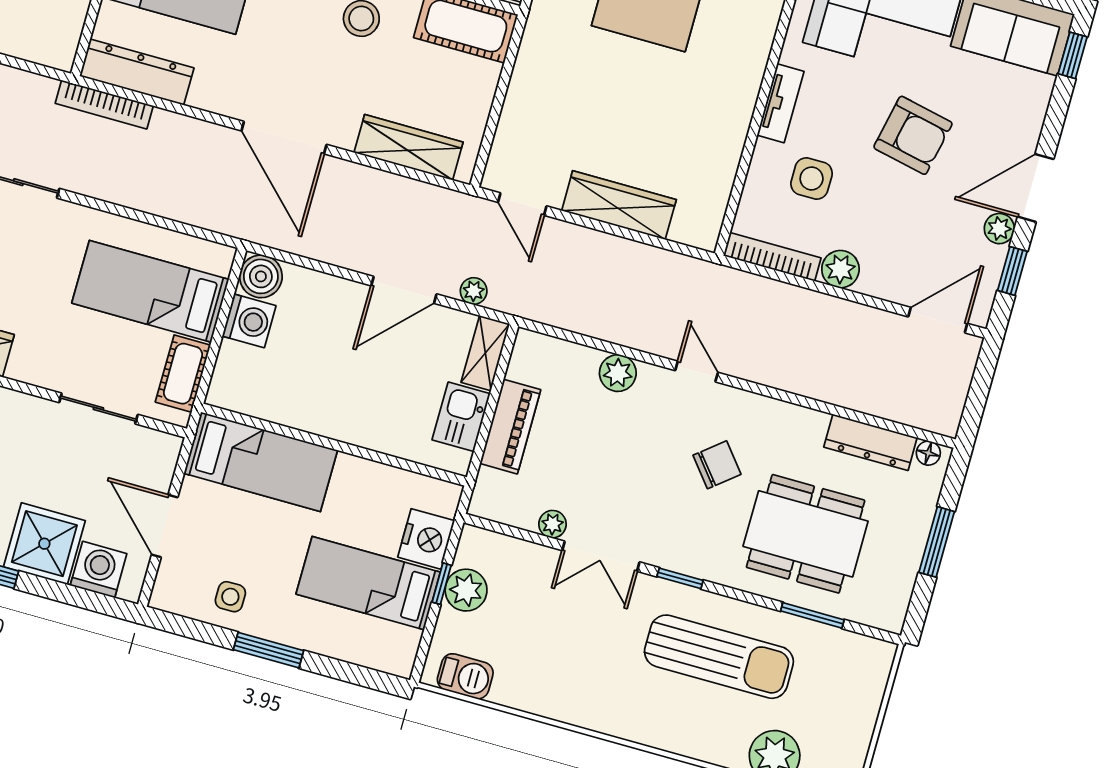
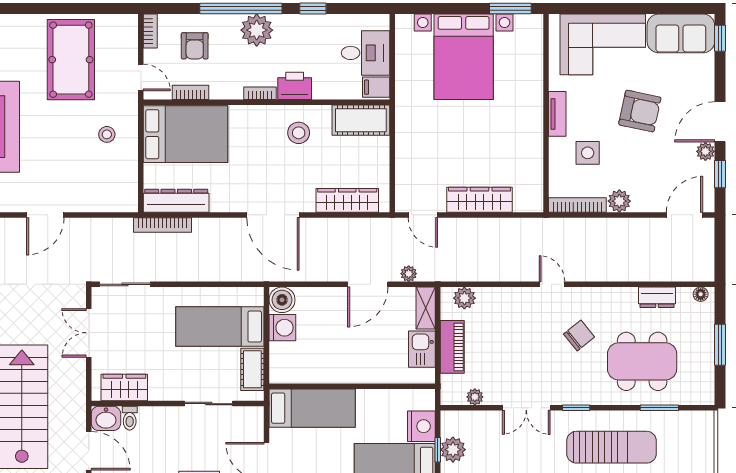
plant: (618, 373) -> (464, 298), moved
dresser: (870, 442) -> (657, 297), width x0.70
plant: (553, 524) -> (475, 397), moved

